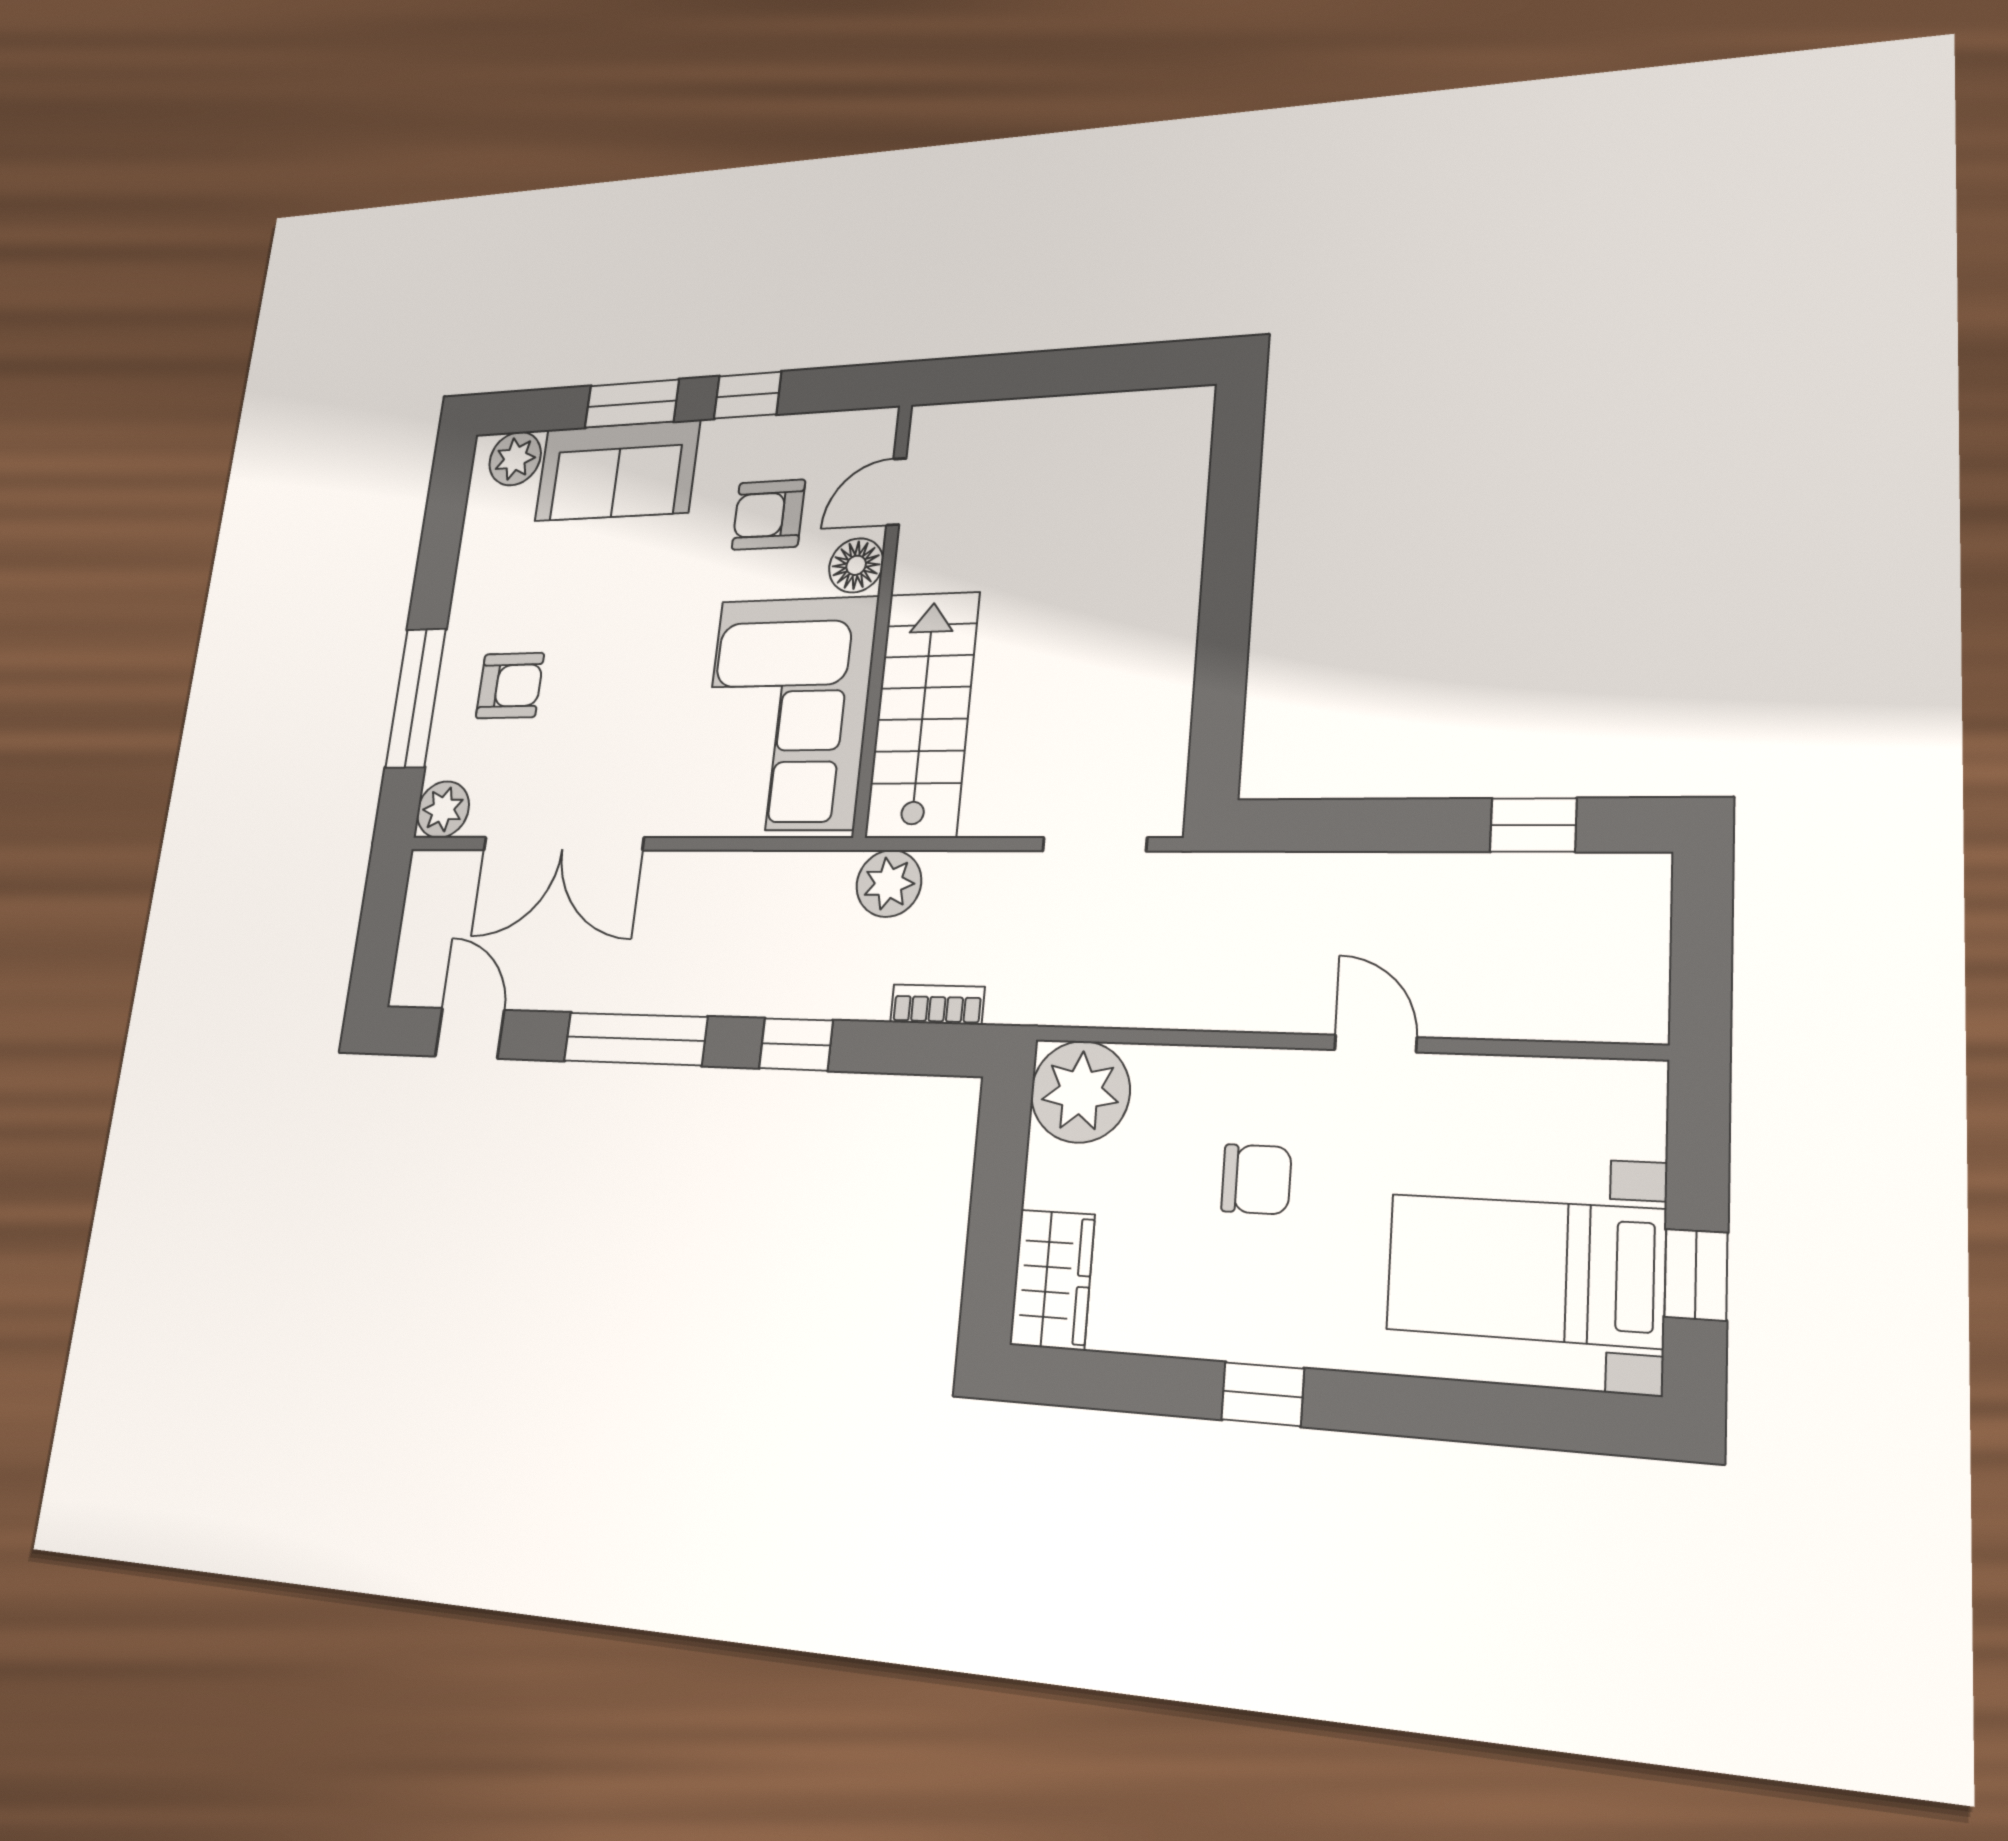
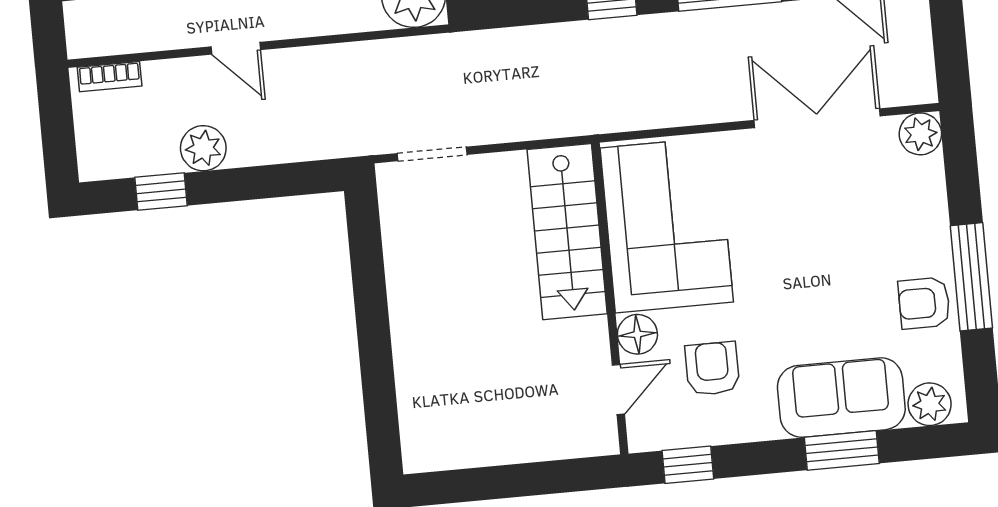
window: (748, 395) -> (688, 465), moved
armchair: (768, 515) -> (712, 369), turned -90
armchair: (510, 686) -> (924, 303), moved
window: (416, 698) -> (971, 277), moved
plant: (889, 883) -> (203, 148), moved
bookcase: (937, 1005) -> (110, 77), moved

